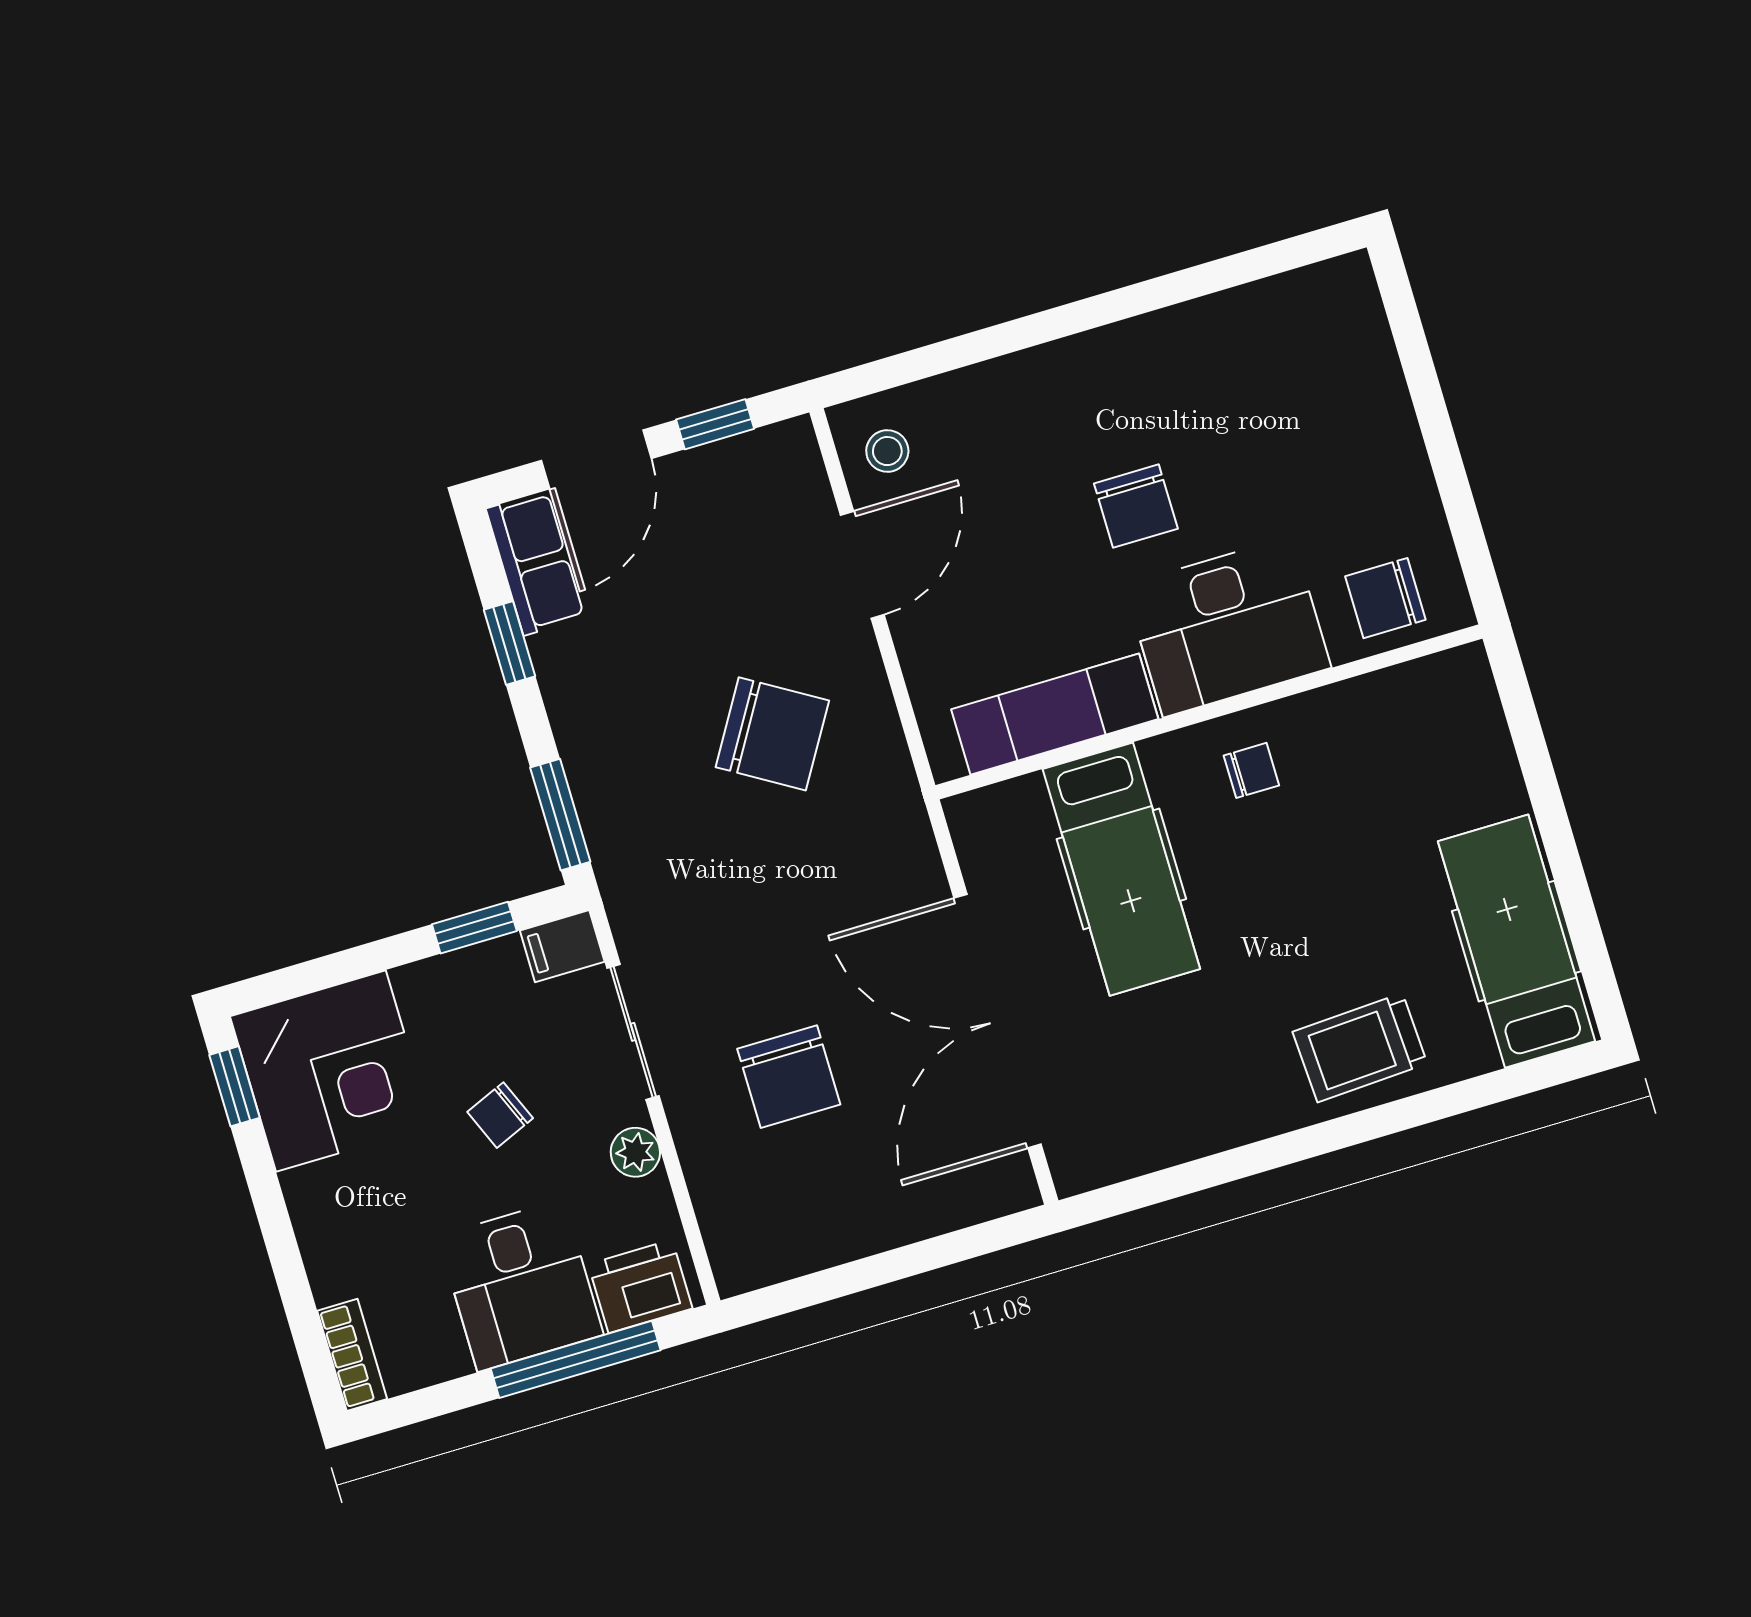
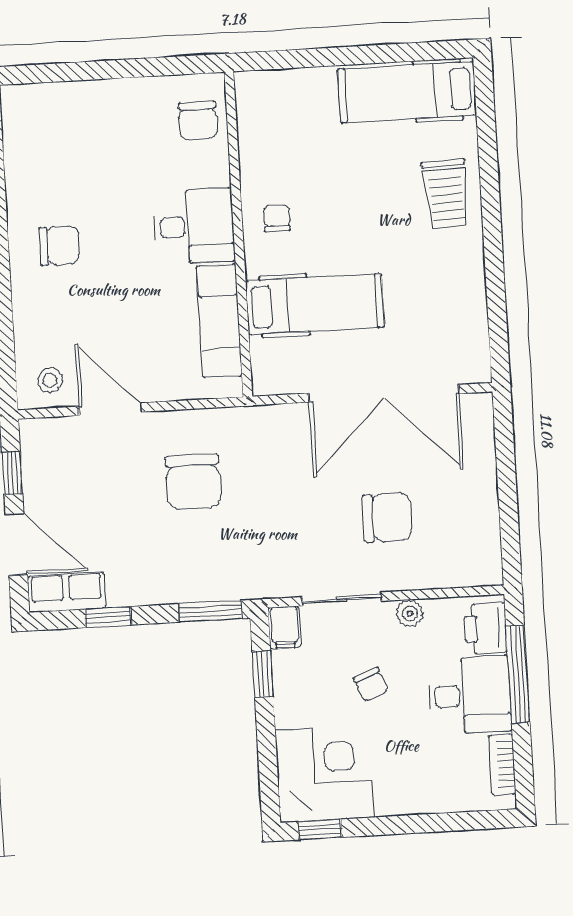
chair: (1136, 506) -> (59, 245), moved
desk: (1228, 627) -> (194, 226), width x0.73
chair: (772, 734) -> (193, 482), turned 149
bookcase: (352, 1355) -> (502, 764), moved, turned -90

